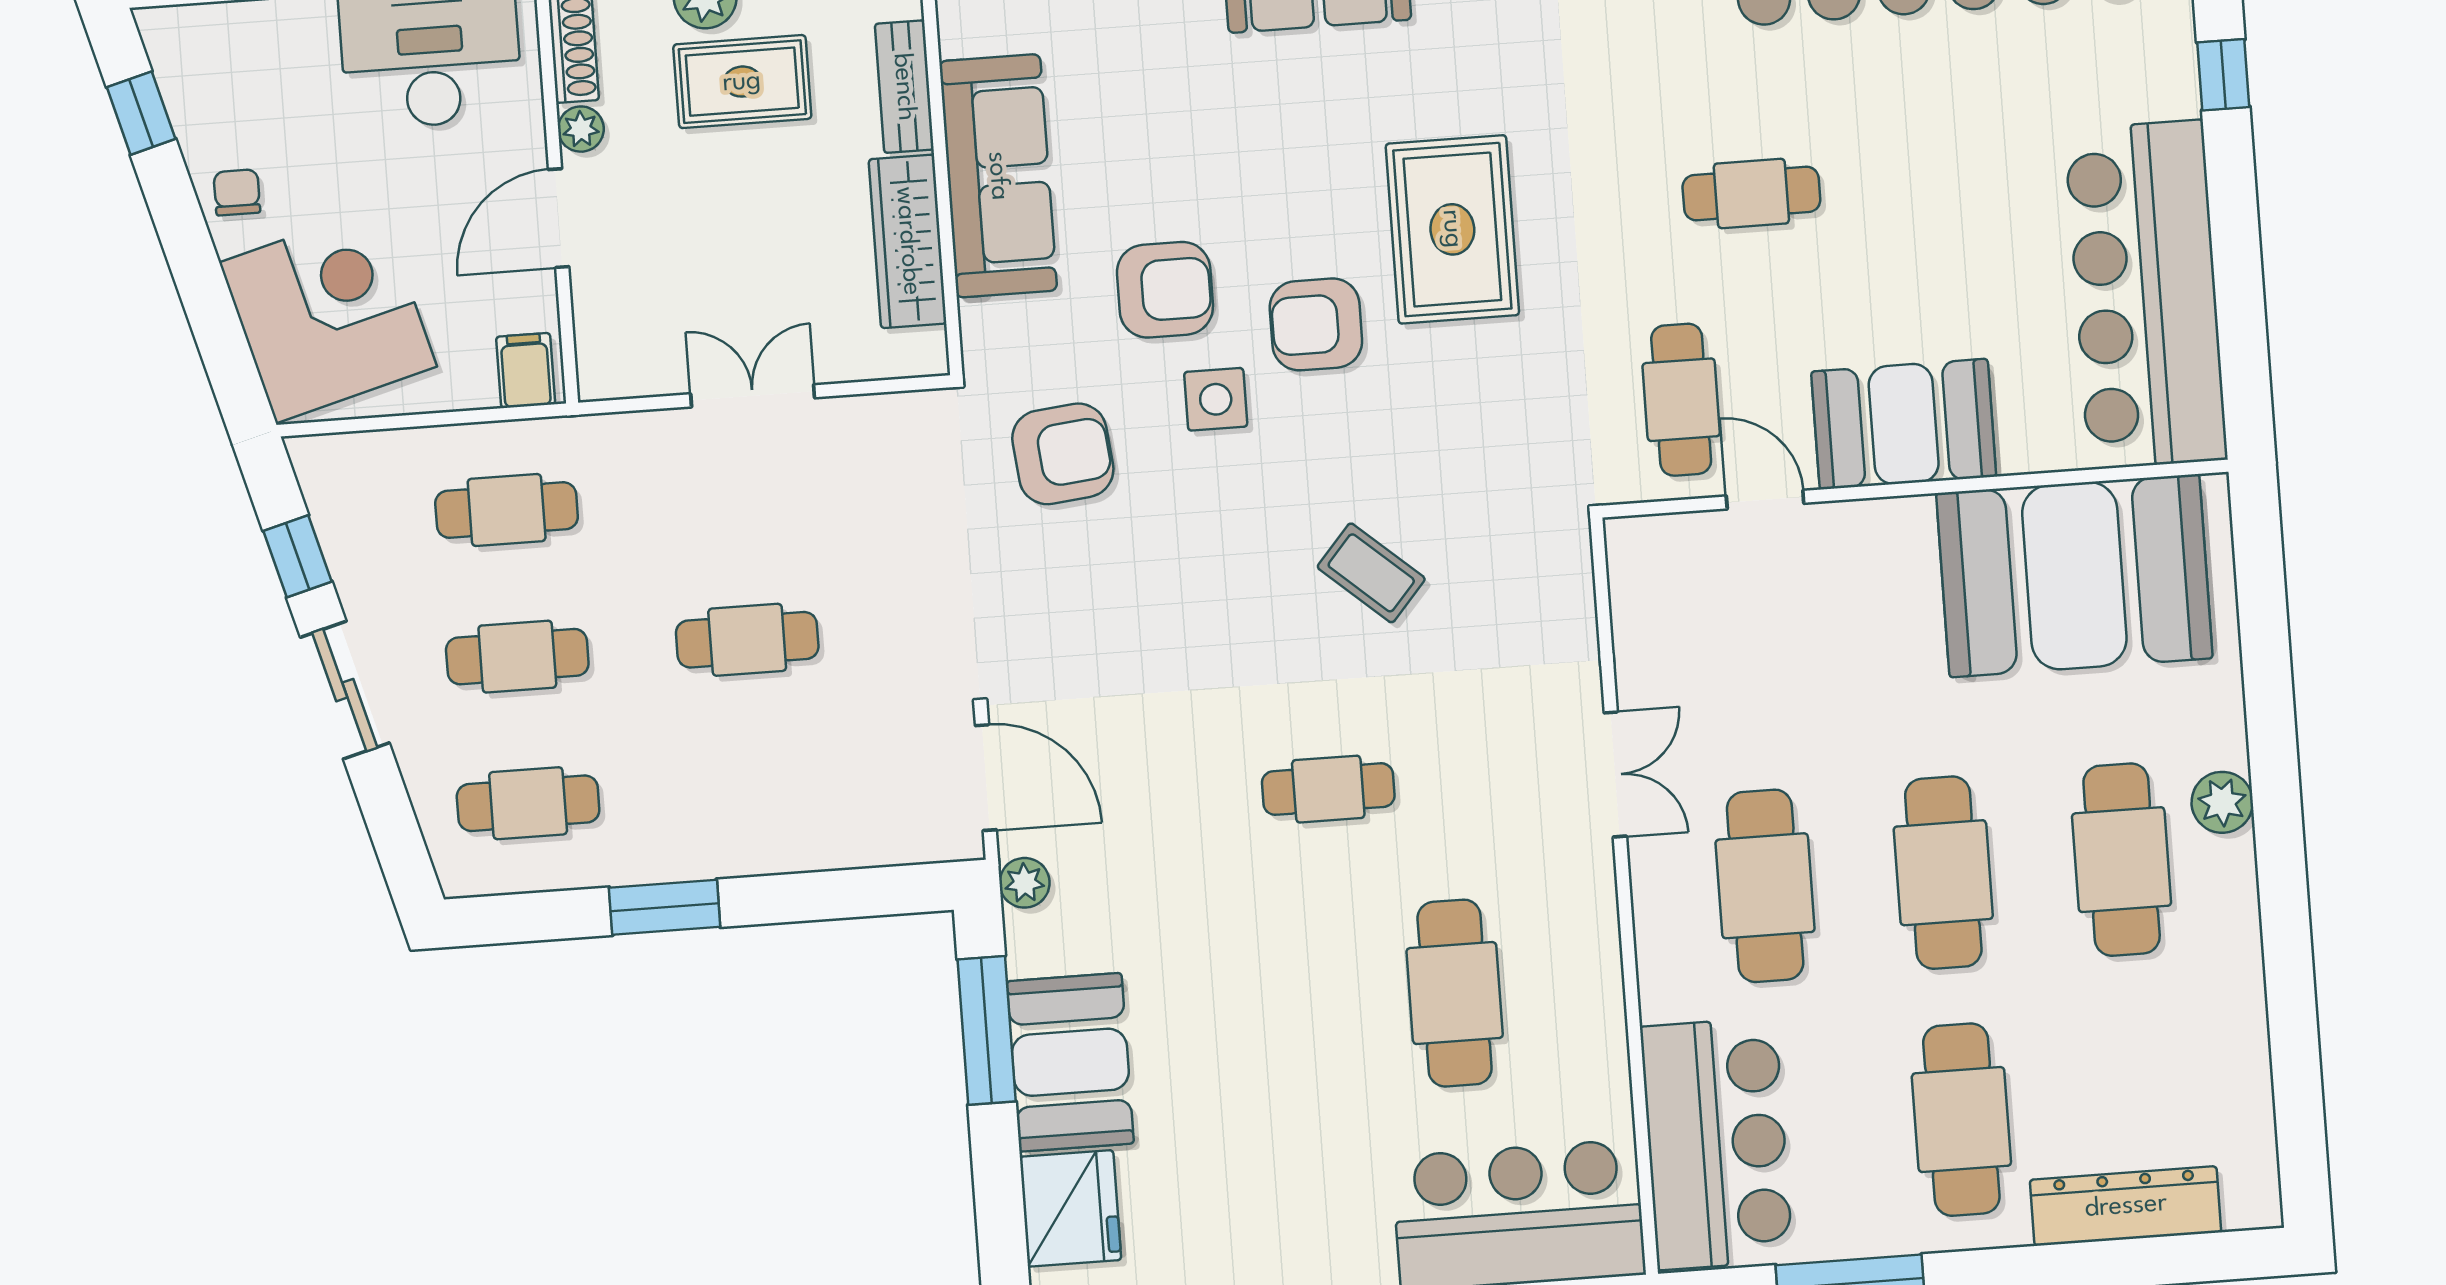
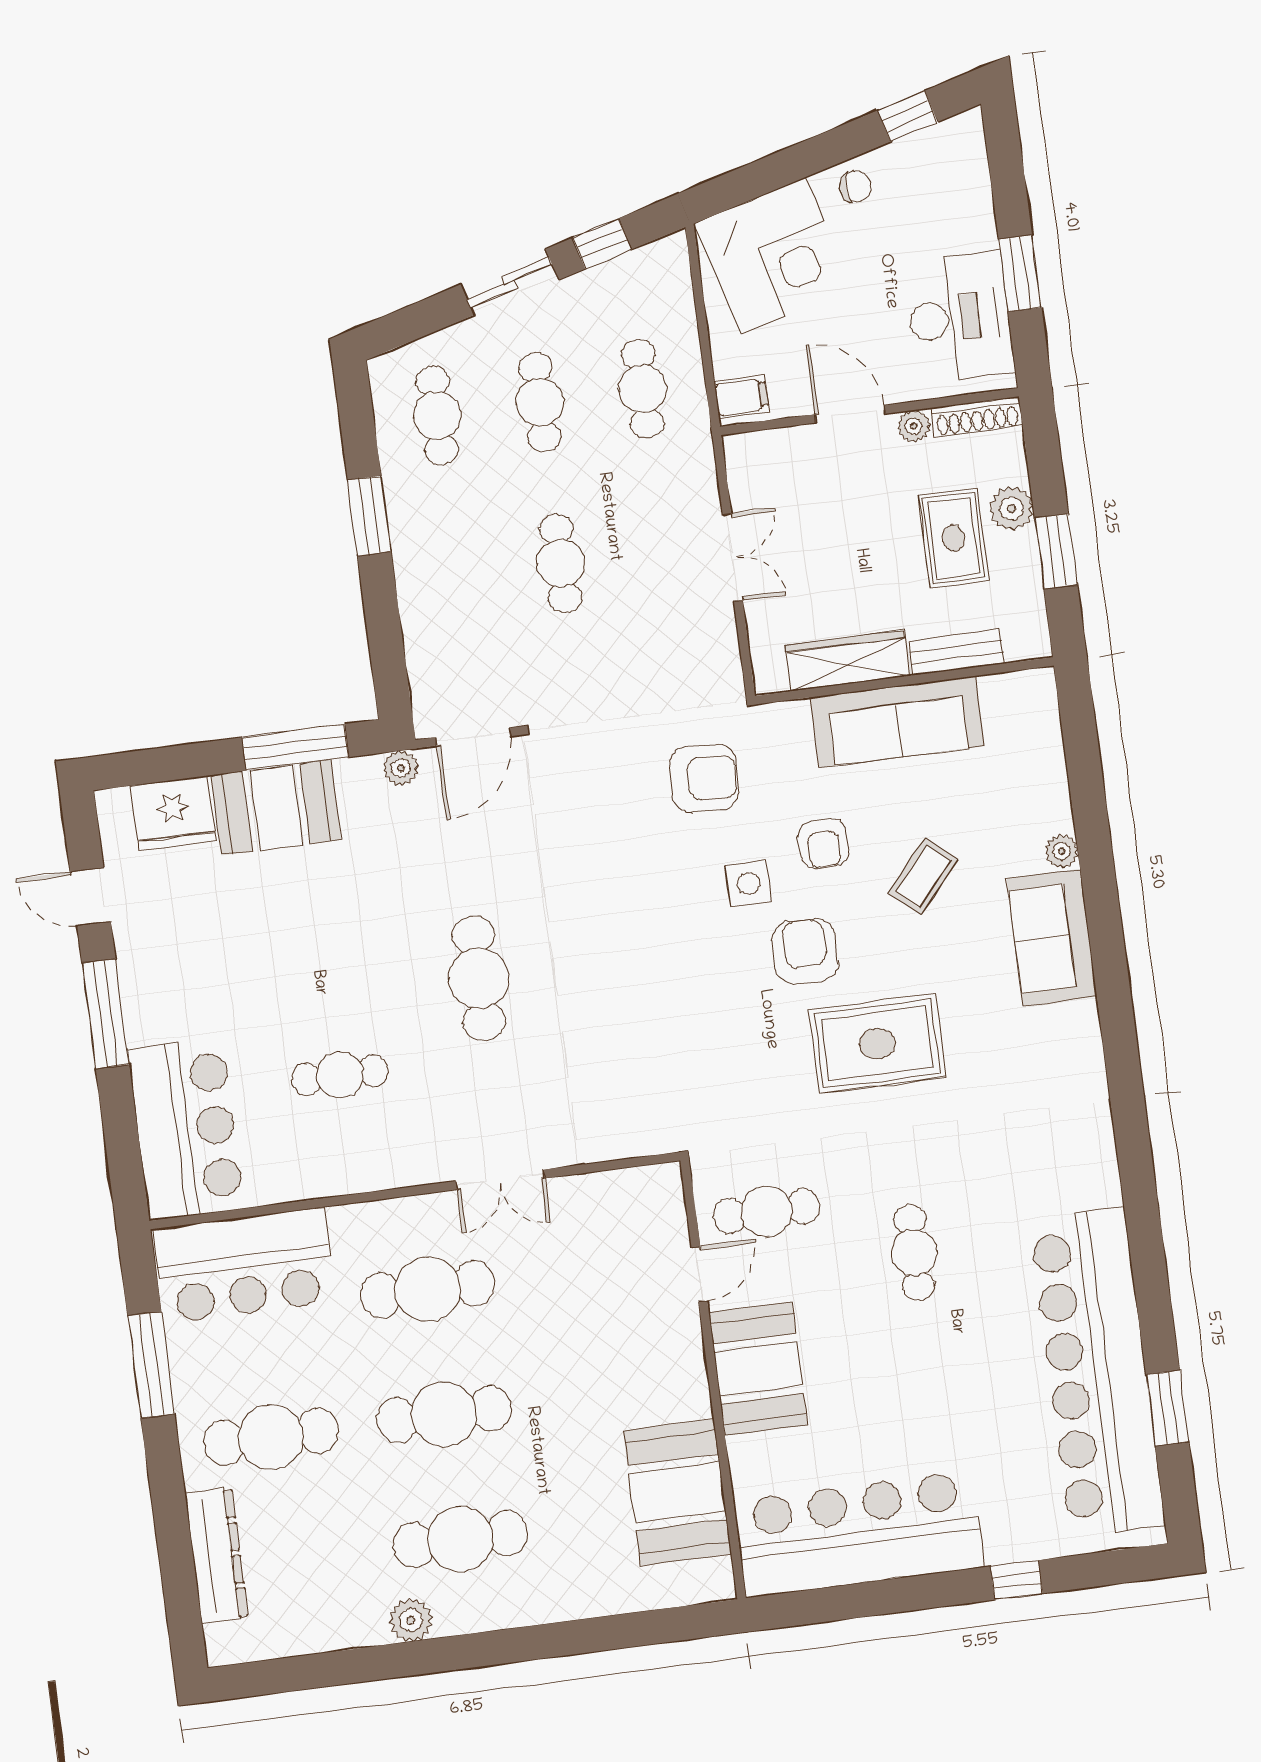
armchair: (1165, 290) -> (824, 844), width x0.72, depth x0.72
armchair: (1063, 454) -> (704, 778), turned -81
coffee table: (1371, 573) -> (923, 876), moved
booth: (2074, 576) -> (677, 1492), width x0.73, depth x0.70
cafe table: (1328, 789) -> (479, 978), width x1.37, depth x1.35
plant: (2222, 802) -> (411, 1620), moved
cafe table: (1455, 993) -> (340, 1075), width x0.73, depth x0.74

